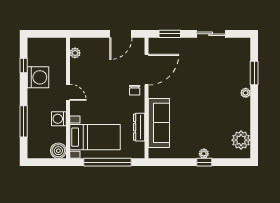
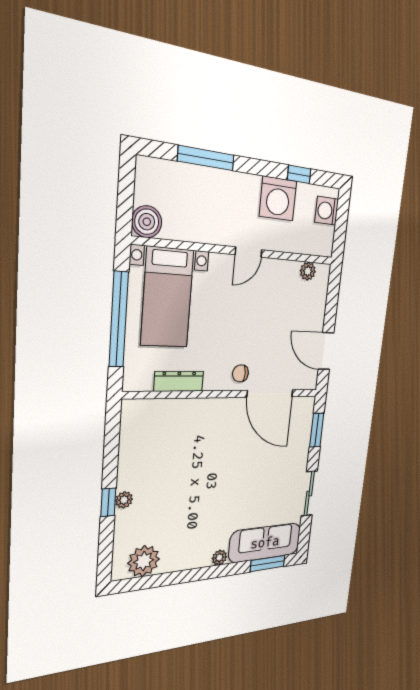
window: (254, 73) -> (268, 563), moved
washing machine: (59, 119) -> (327, 211), moved, turned -90
sofa: (159, 123) -> (265, 543), moved, turned 180

